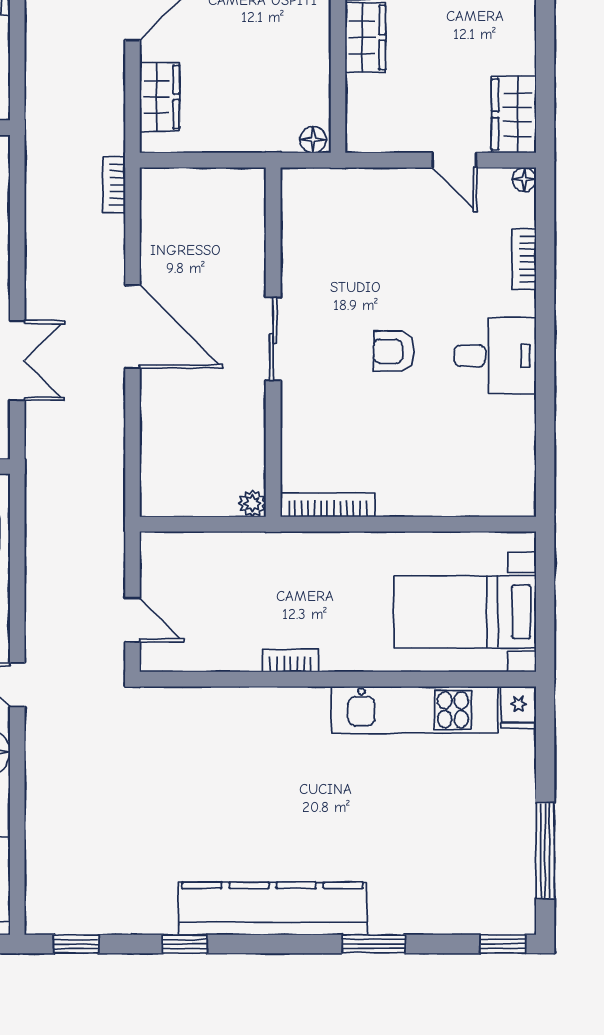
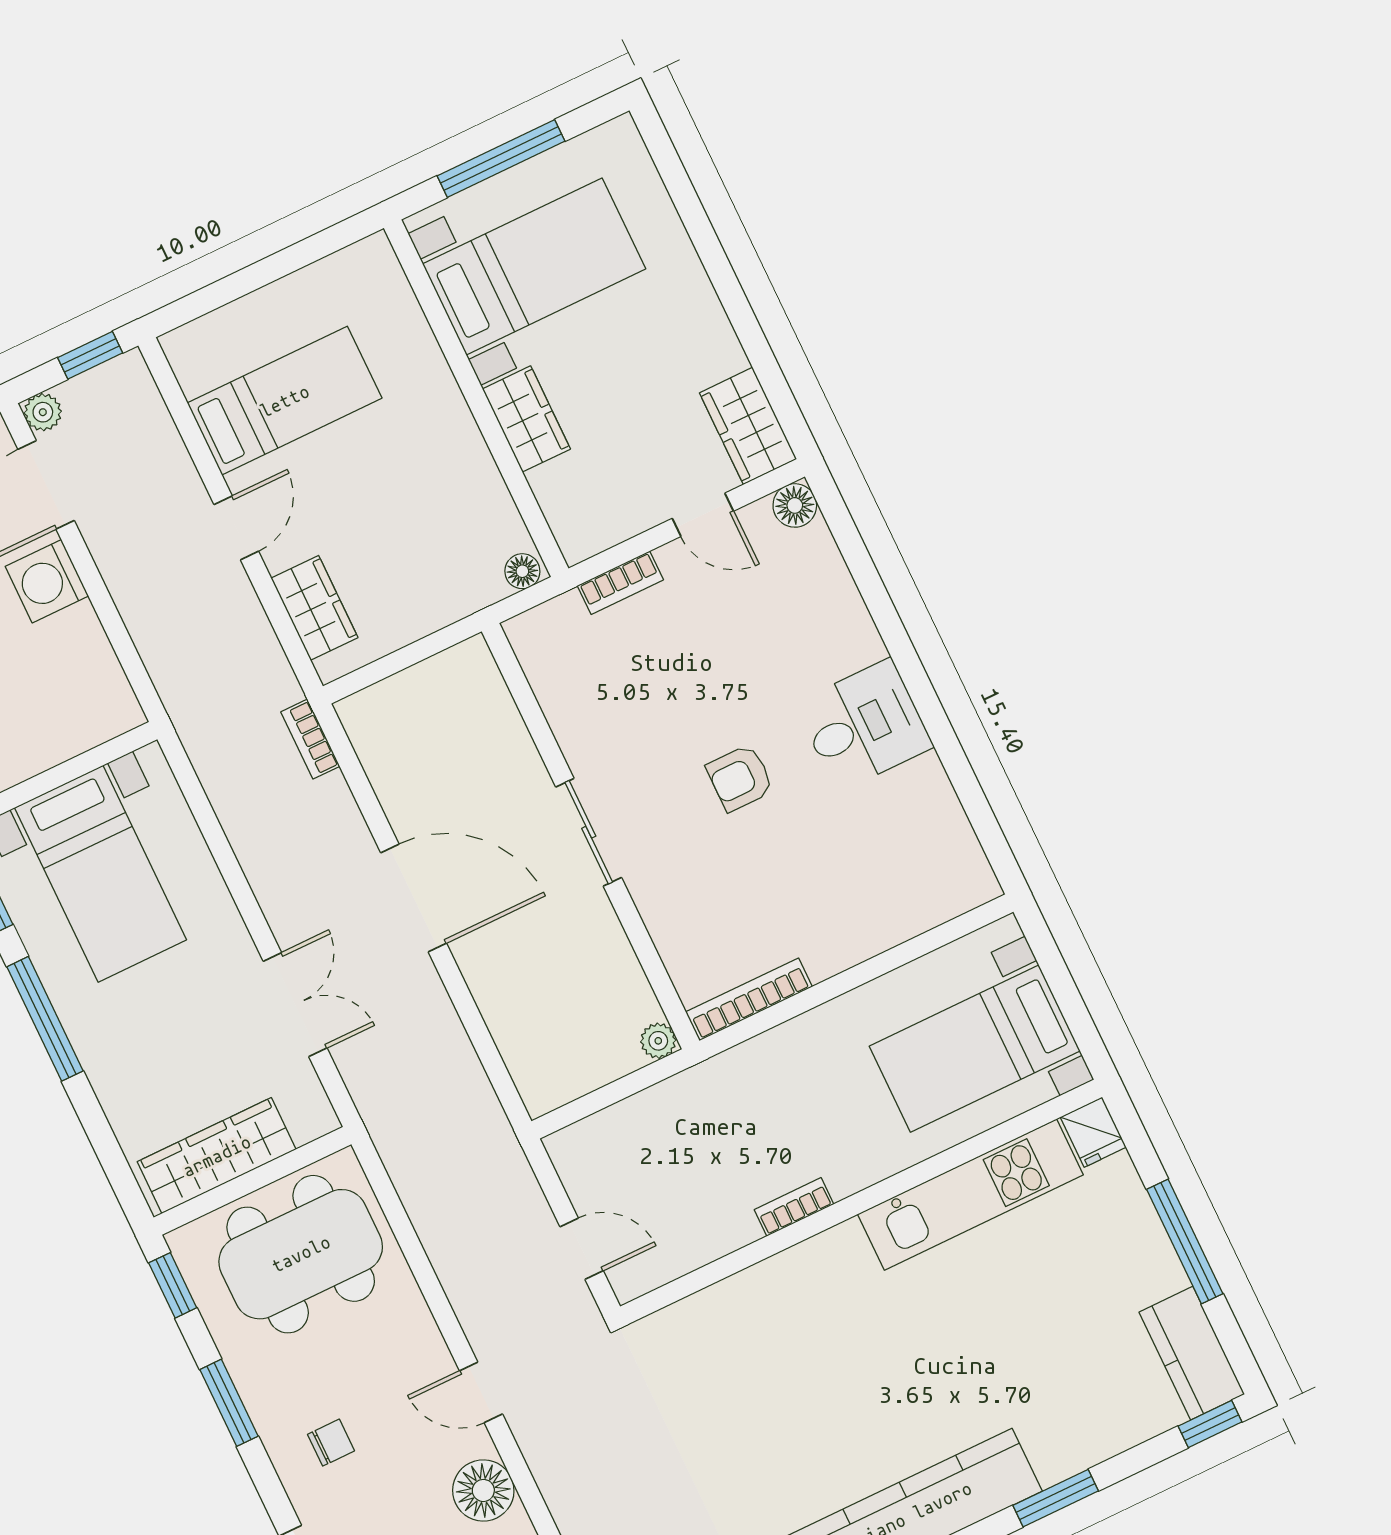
floor lamp: (524, 179) -> (795, 505), width x1.37, depth x1.37
bookcase: (524, 259) -> (620, 583), moved, turned -90
window: (545, 851) -> (1185, 1242), moved
kitchen counter: (514, 890) -> (1192, 1353), added

